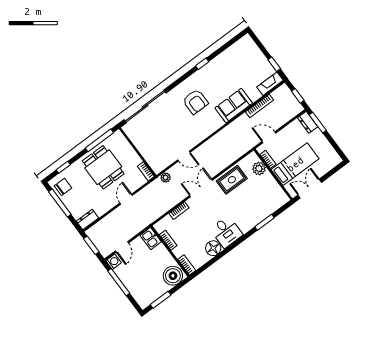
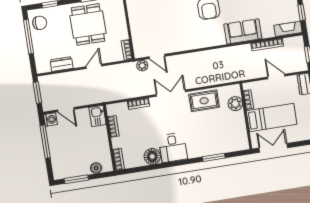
door: (269, 137) -> (276, 77), moved
door: (184, 156) -> (157, 56), moved
dresser: (87, 220) -> (62, 64), moved
door: (122, 247) -> (66, 110), hinge flipped
boiler: (173, 276) -> (96, 168), width x0.54, depth x0.54

